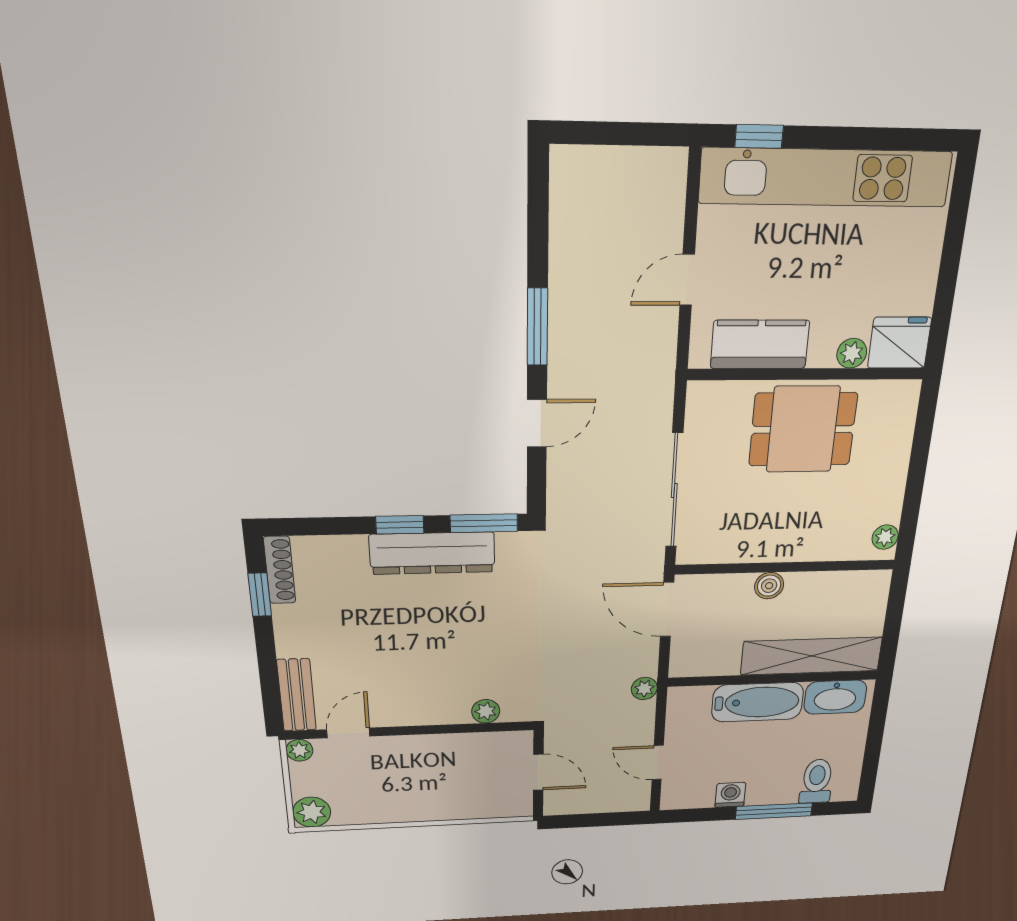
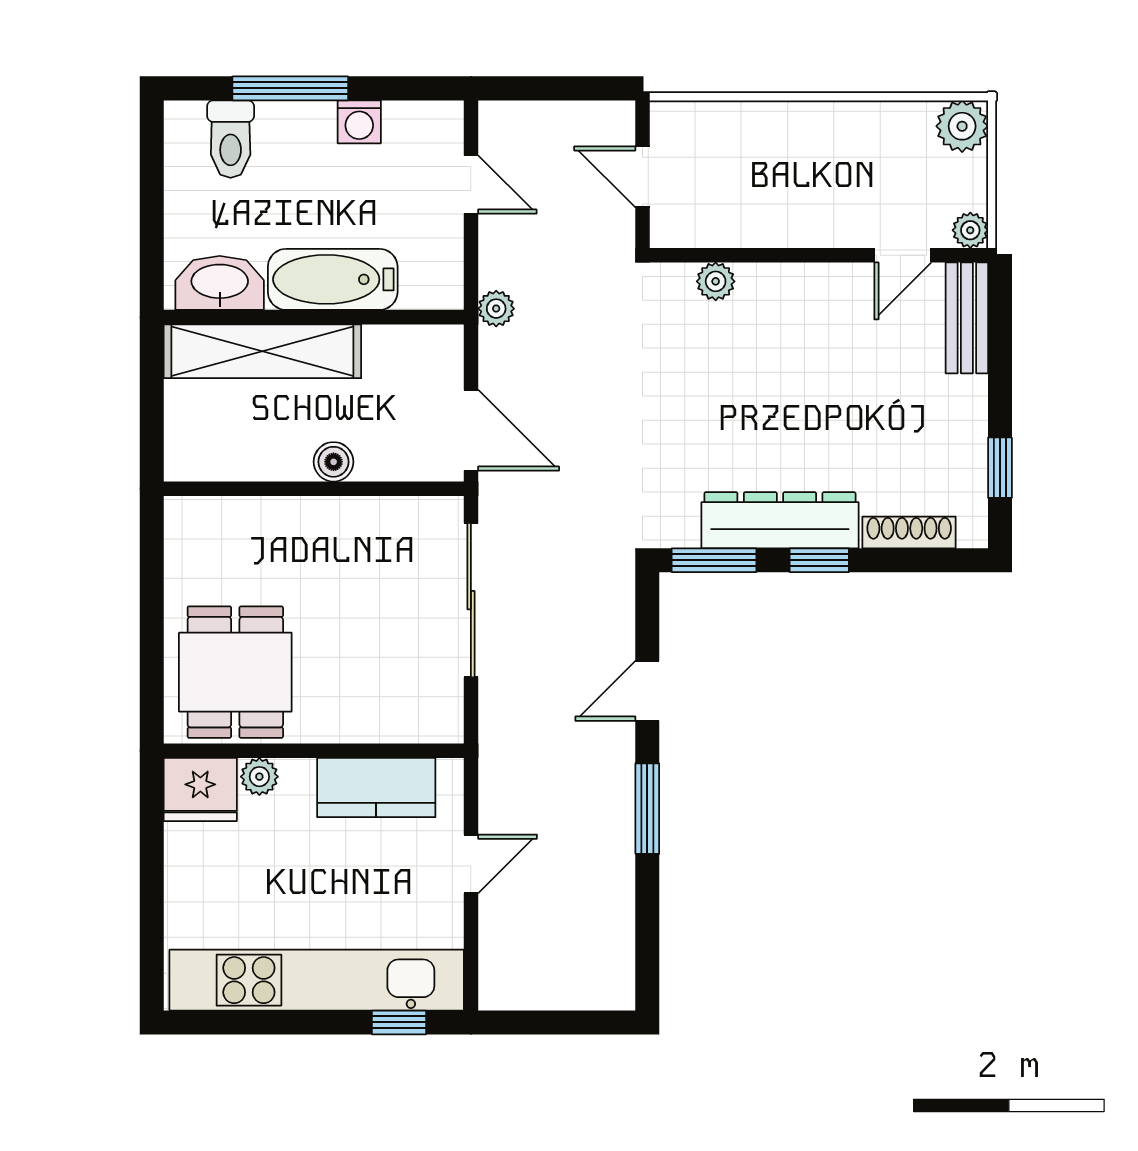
dining table: (803, 429) -> (235, 672), moved, turned 90
plant: (885, 537) -> (181, 529), removed
shoe rack: (280, 570) -> (909, 532), moved, turned 90

